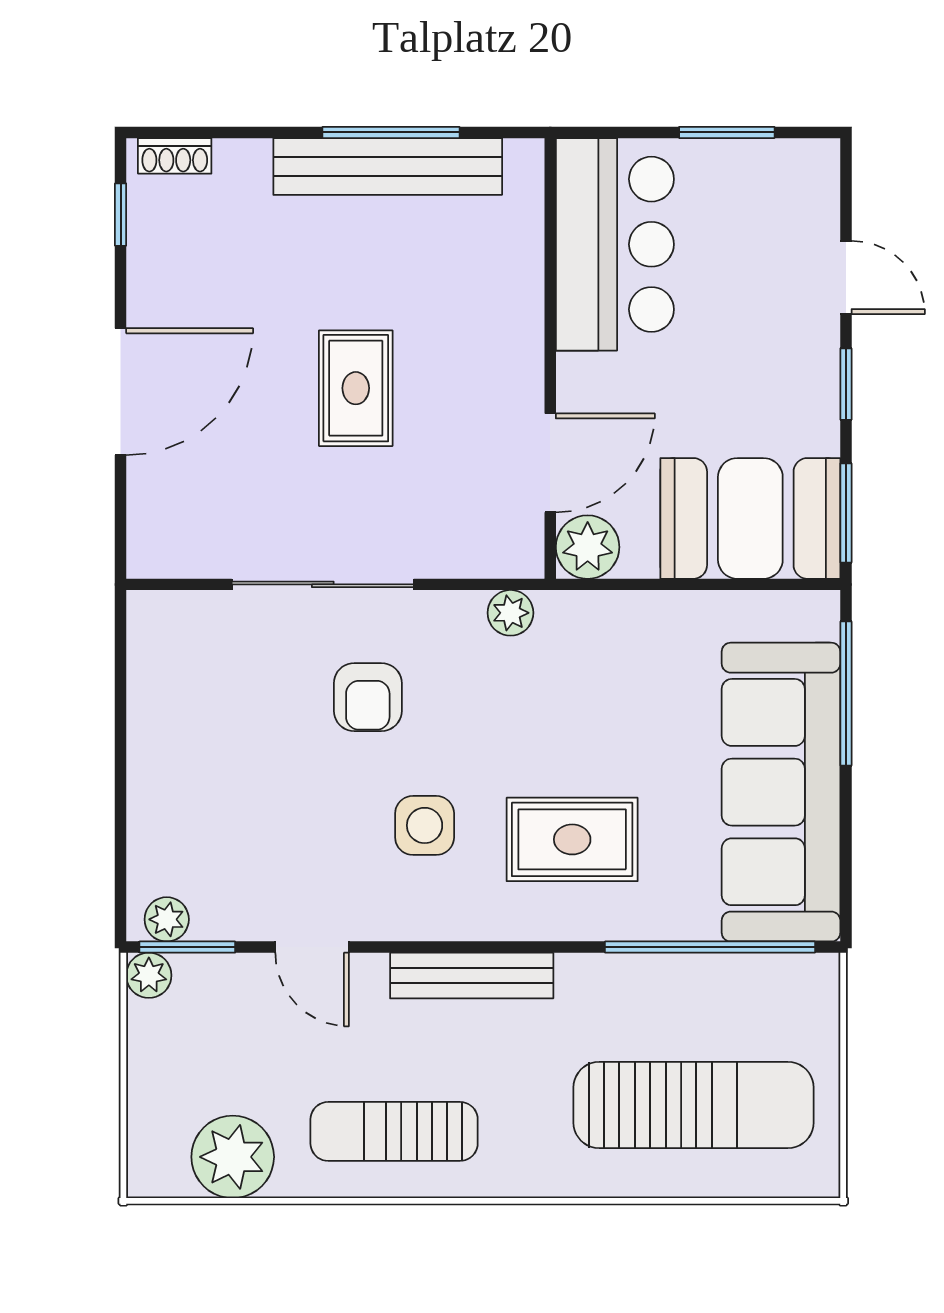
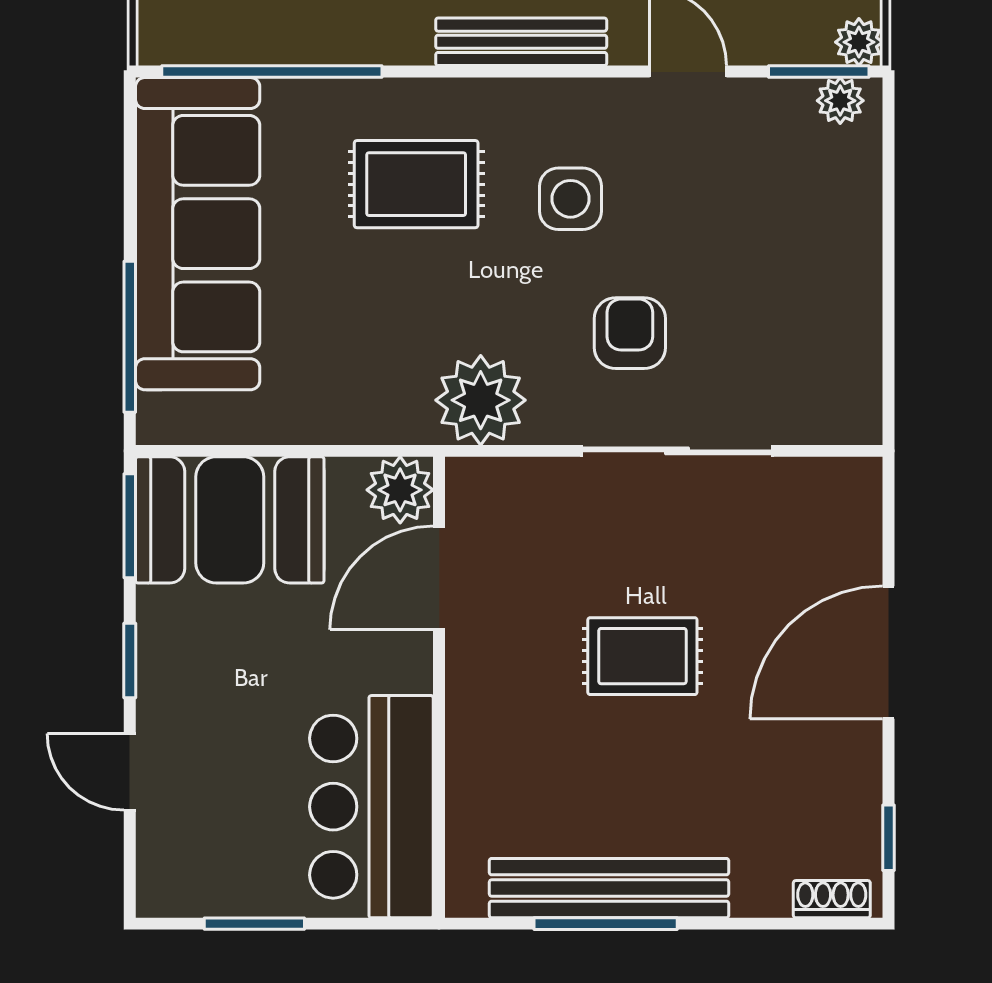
rug: (356, 388) -> (642, 656), turned 90
plant: (510, 613) -> (481, 400), width x1.88, depth x1.88

